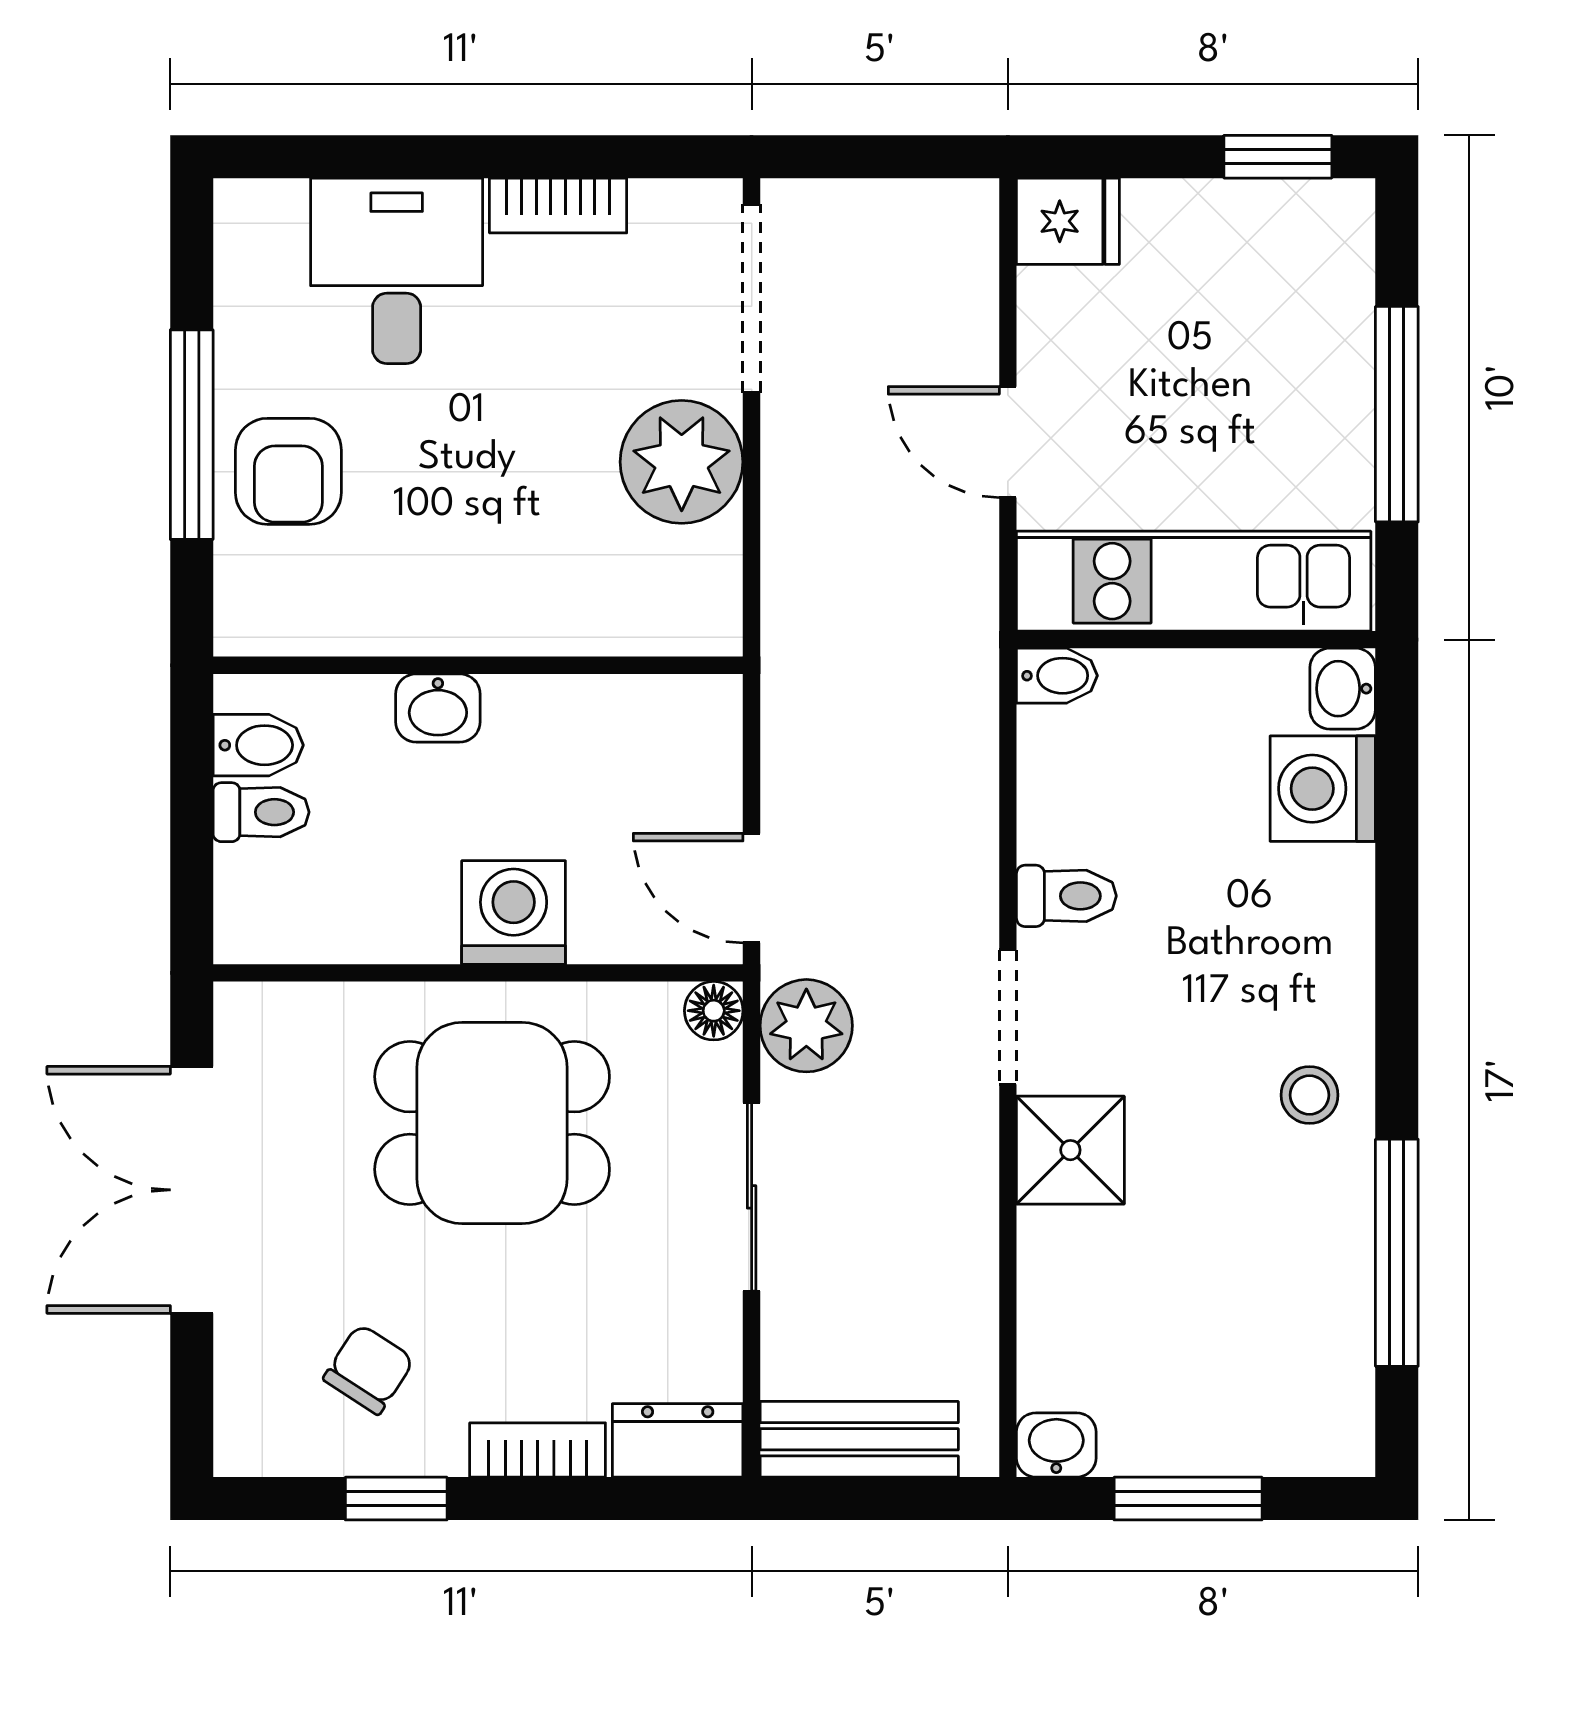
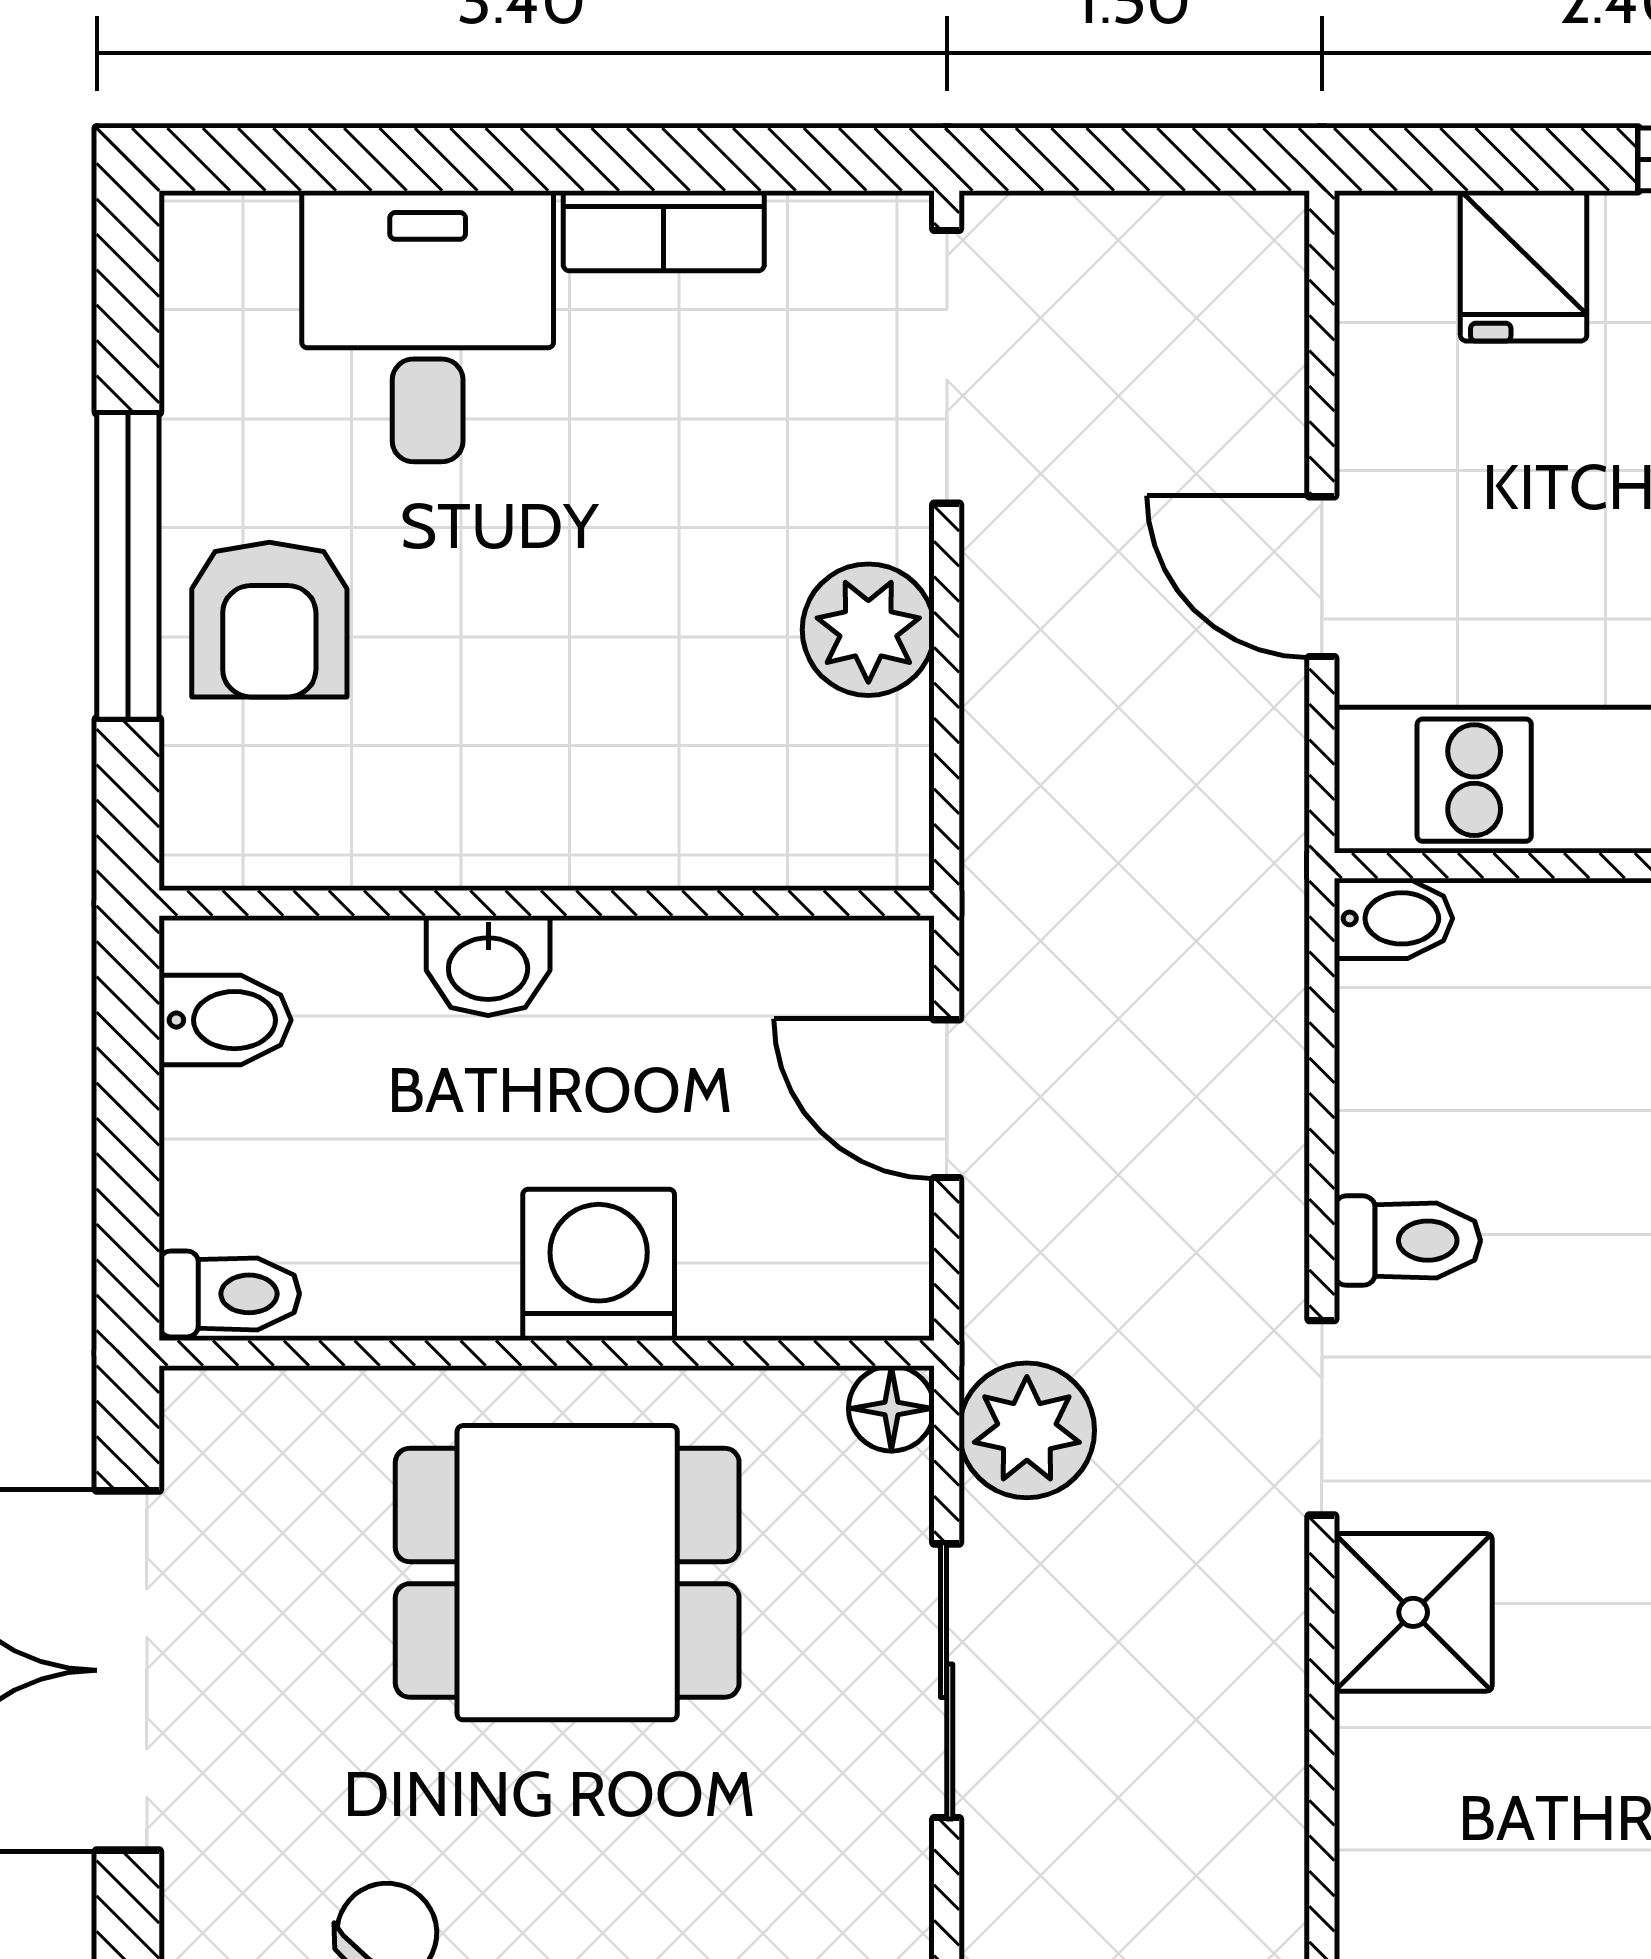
fridge: (1068, 221) -> (1524, 266), moved, turned 90
plant: (682, 462) -> (868, 630), width x0.73, depth x0.73
toilet: (261, 812) -> (229, 1294), moved
door: (752, 888) -> (947, 1099), moved

